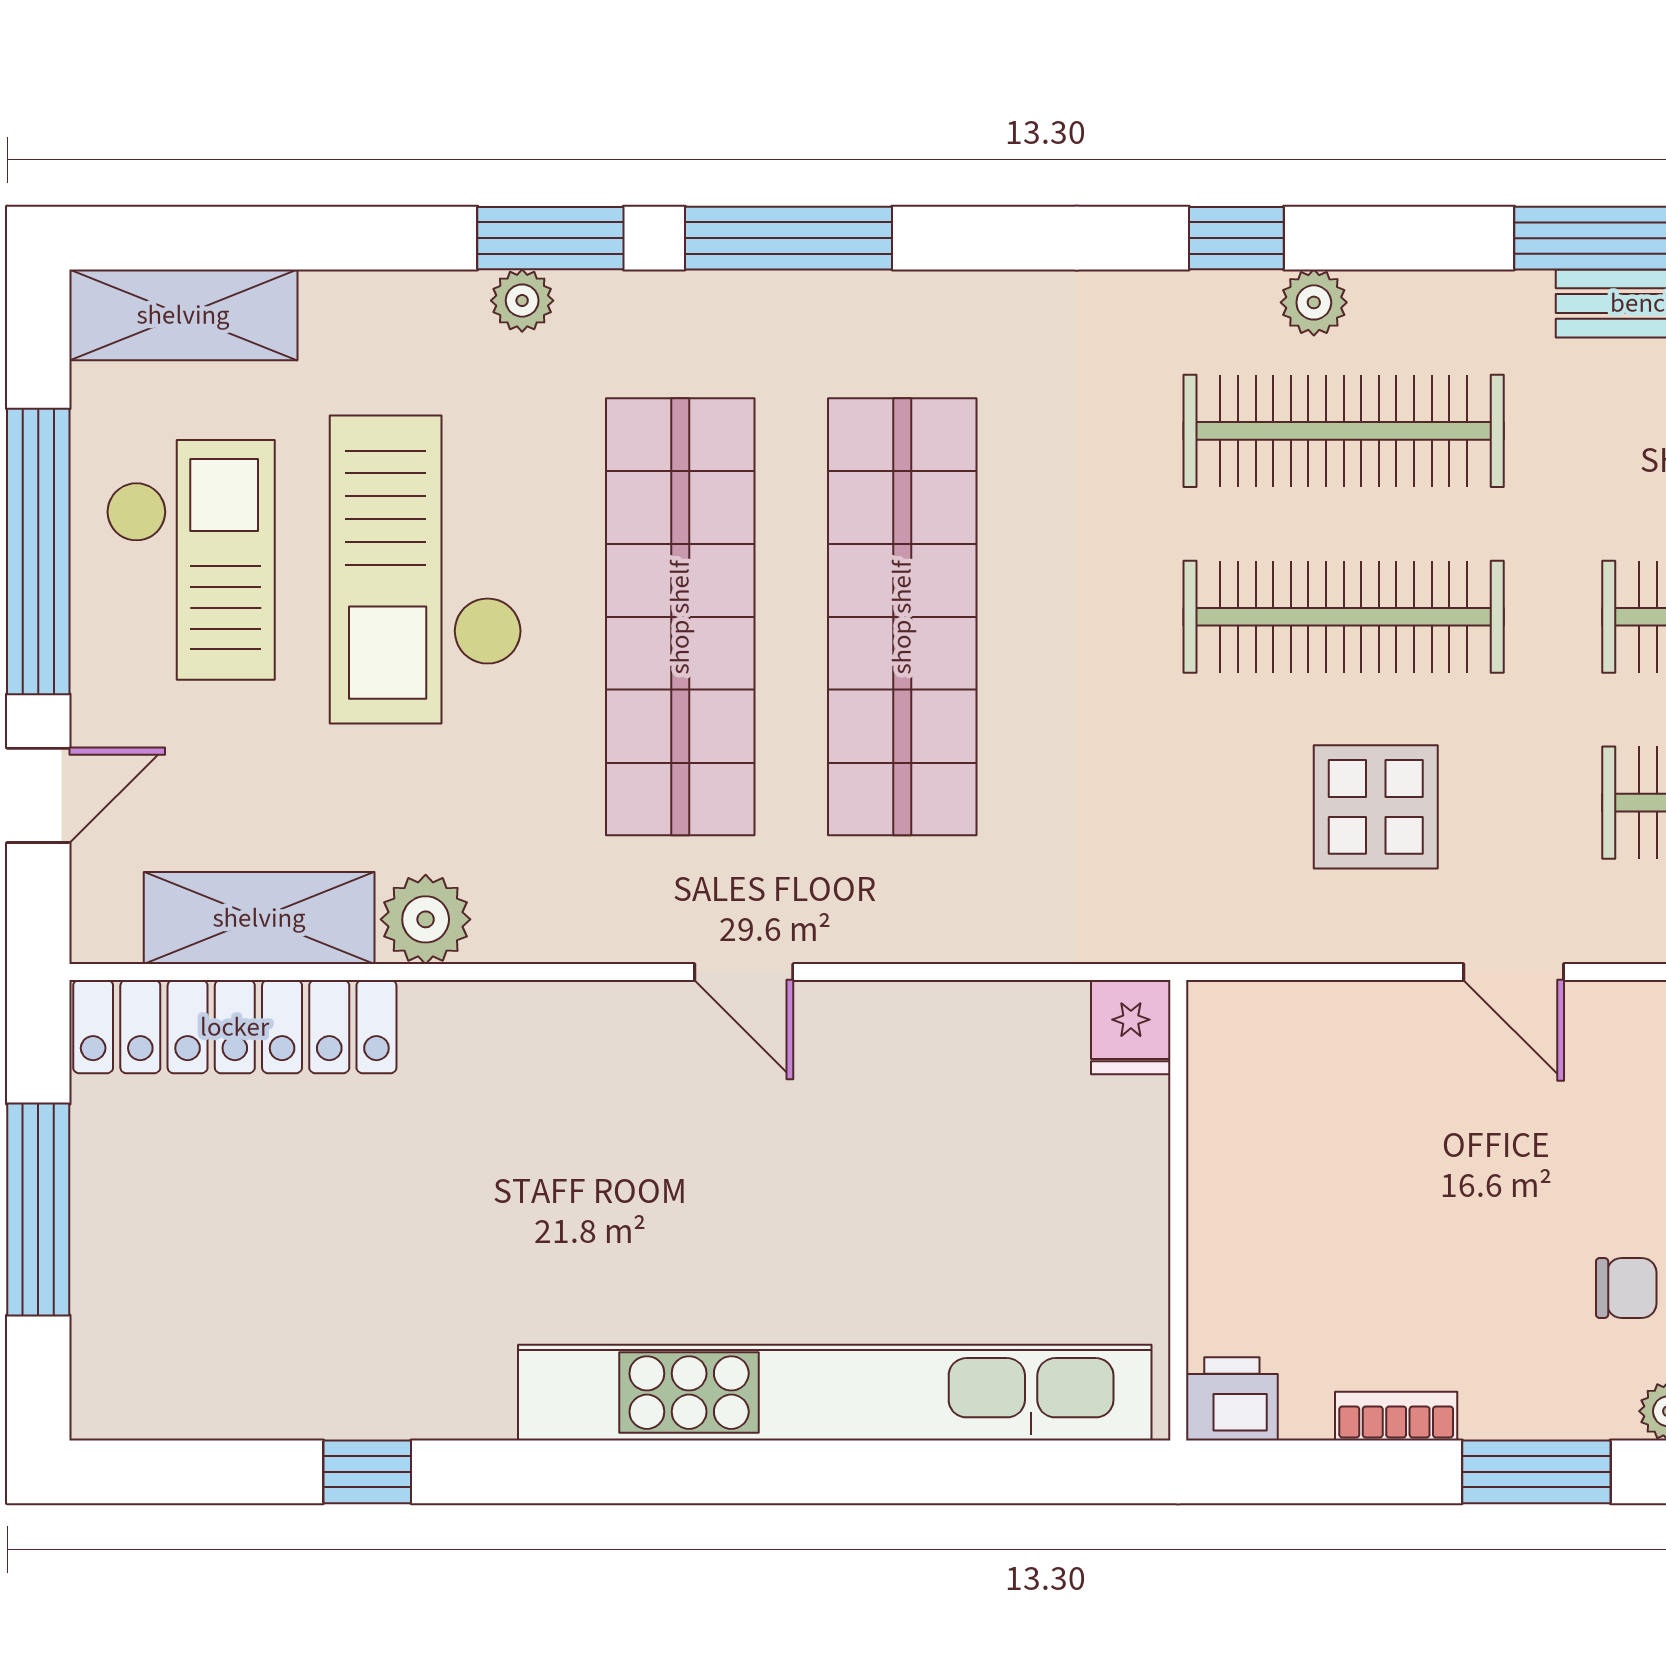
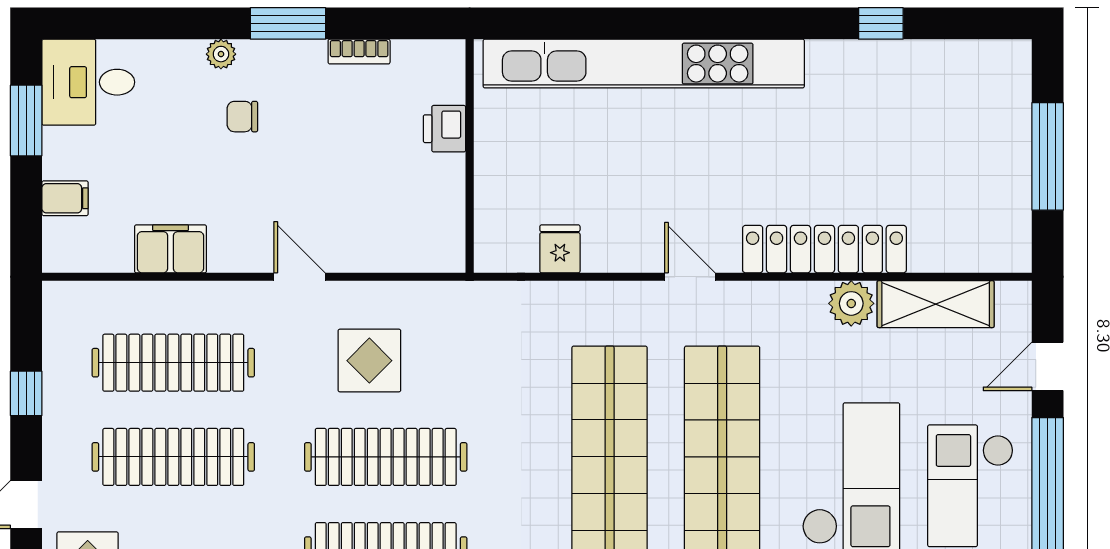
locker: (235, 1027) -> (824, 249), moved
fridge: (1131, 1027) -> (560, 249), moved
printer: (1232, 1399) -> (444, 129), moved, turned 90

